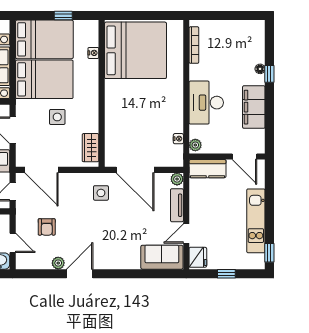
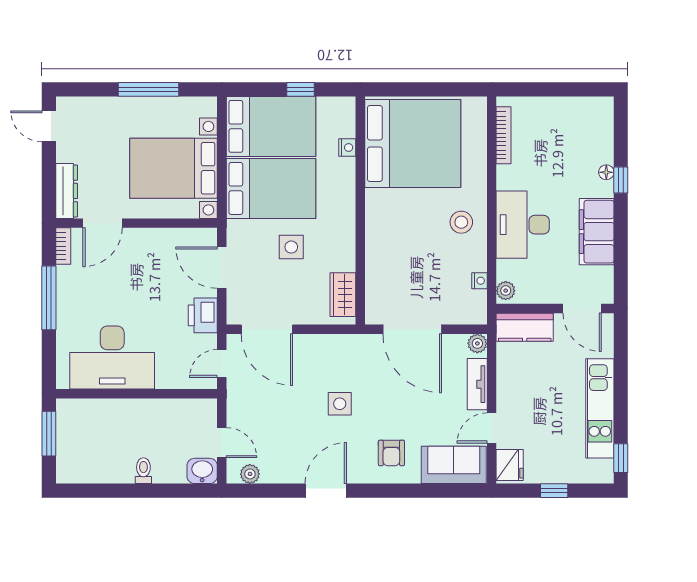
stool: (167, 101) -> (461, 222), added
side table: (101, 193) -> (340, 404), moved
armchair: (47, 227) -> (391, 453), moved
plant: (58, 263) -> (250, 474), moved

